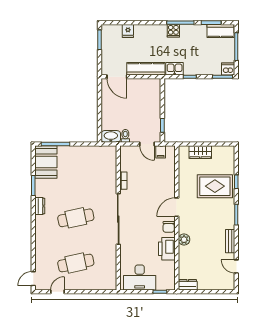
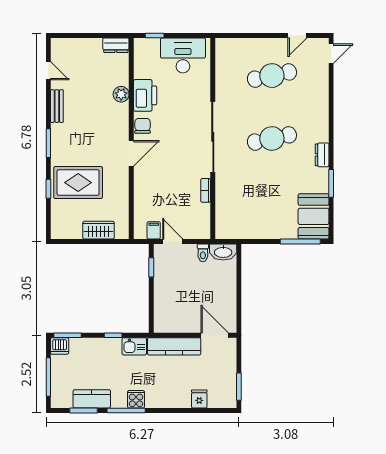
kitchen counter: (220, 31) -> (92, 399), moved
plant: (184, 240) -> (121, 94), moved

